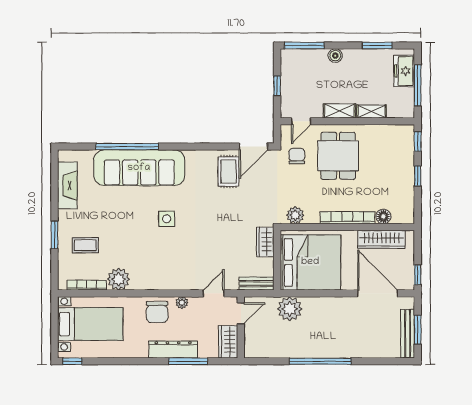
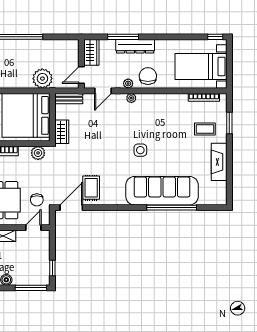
window: (277, 86) -> (52, 268), moved
fireplace: (67, 186) -> (219, 162), moved
window: (54, 235) -> (229, 123), moved
plant: (119, 279) -> (131, 98), moved, width x0.53, depth x0.53

